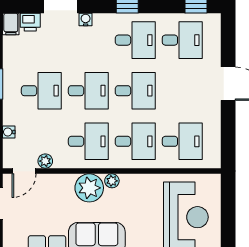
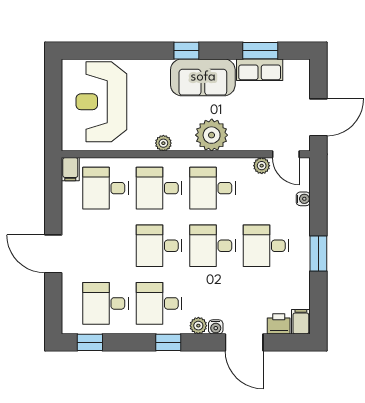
plant: (101, 21) -> (198, 326), added
filing cabinet: (213, 158) -> (70, 169), added
door: (24, 171) -> (286, 154), swing flipped
plant: (112, 181) -> (163, 143), moved

